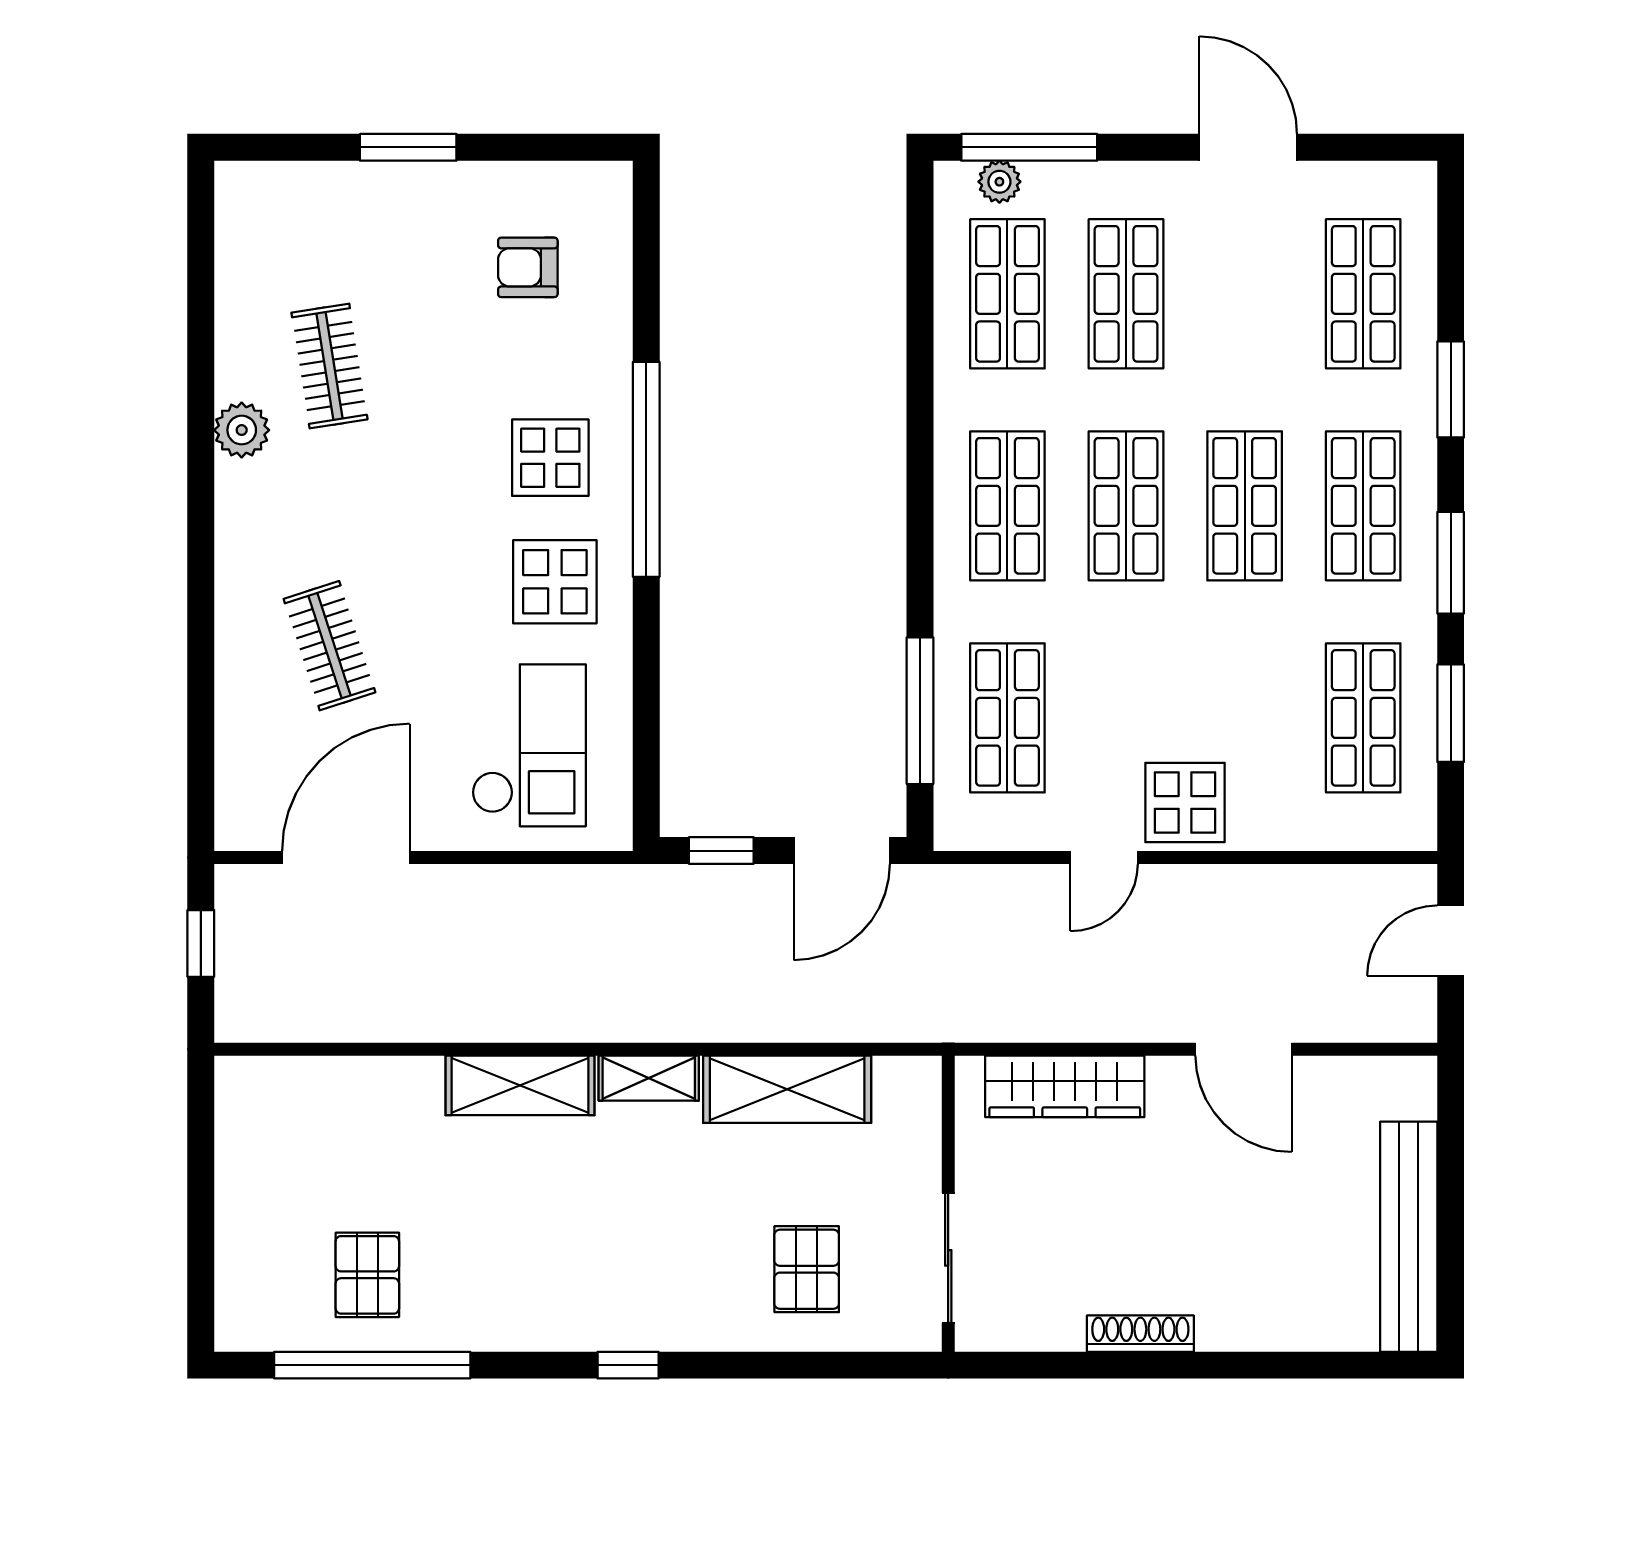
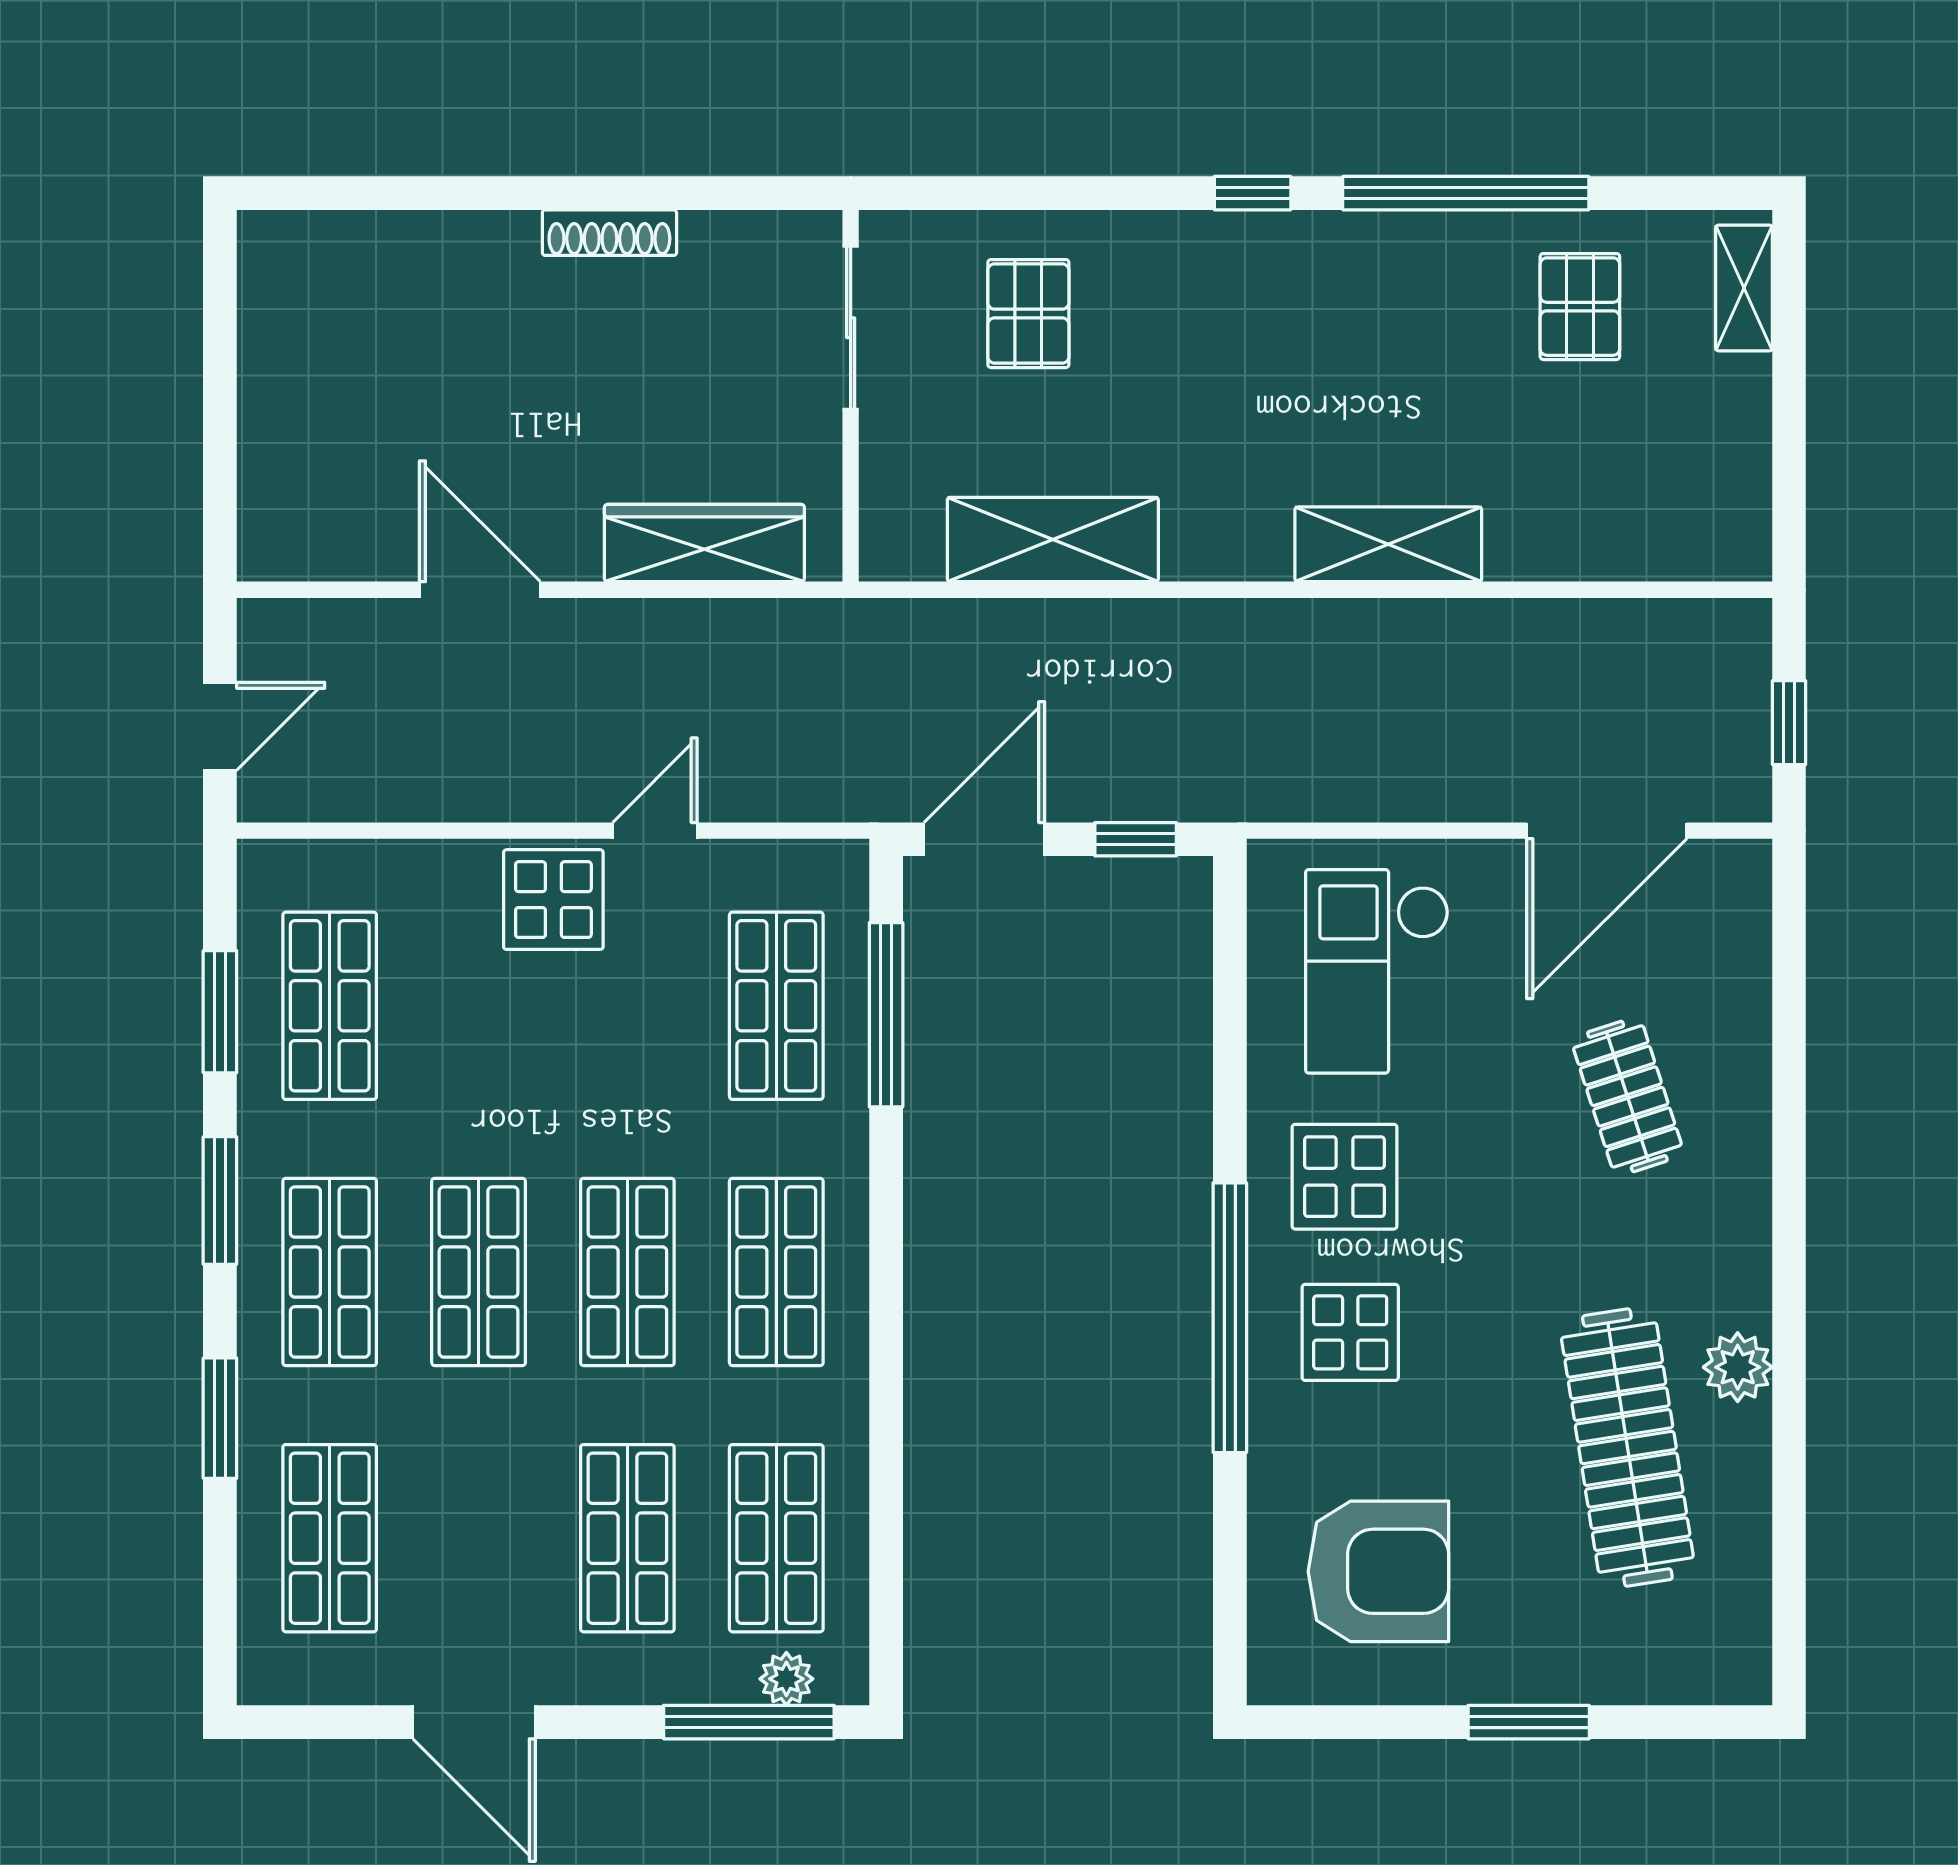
armchair: (528, 267) -> (1378, 1571), width x1.88, depth x1.88
clothes rail: (329, 366) -> (1627, 1448), width x1.86, depth x1.31
shelving: (649, 1078) -> (1744, 288), moved, turned 90
bench: (1409, 1237) -> (273, 354), removed
window: (372, 1365) -> (1466, 193), moved

